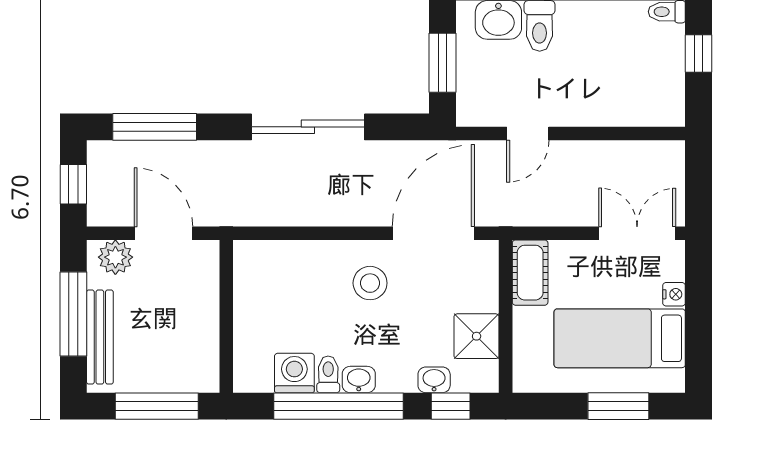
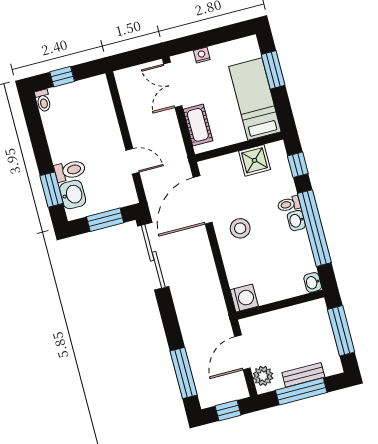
sliding door: (308, 127) -> (153, 256), moved
door: (433, 233) -> (203, 200), hinge flipped
cot: (530, 273) -> (198, 125), moved, turned 90
bench: (100, 337) -> (303, 375), width x0.73
bed: (620, 338) -> (255, 99), moved, turned 180
washing machine: (294, 373) -> (244, 298), moved, turned 180
toilet: (328, 374) -> (289, 204), moved
washbasin: (434, 380) -> (313, 282), moved

